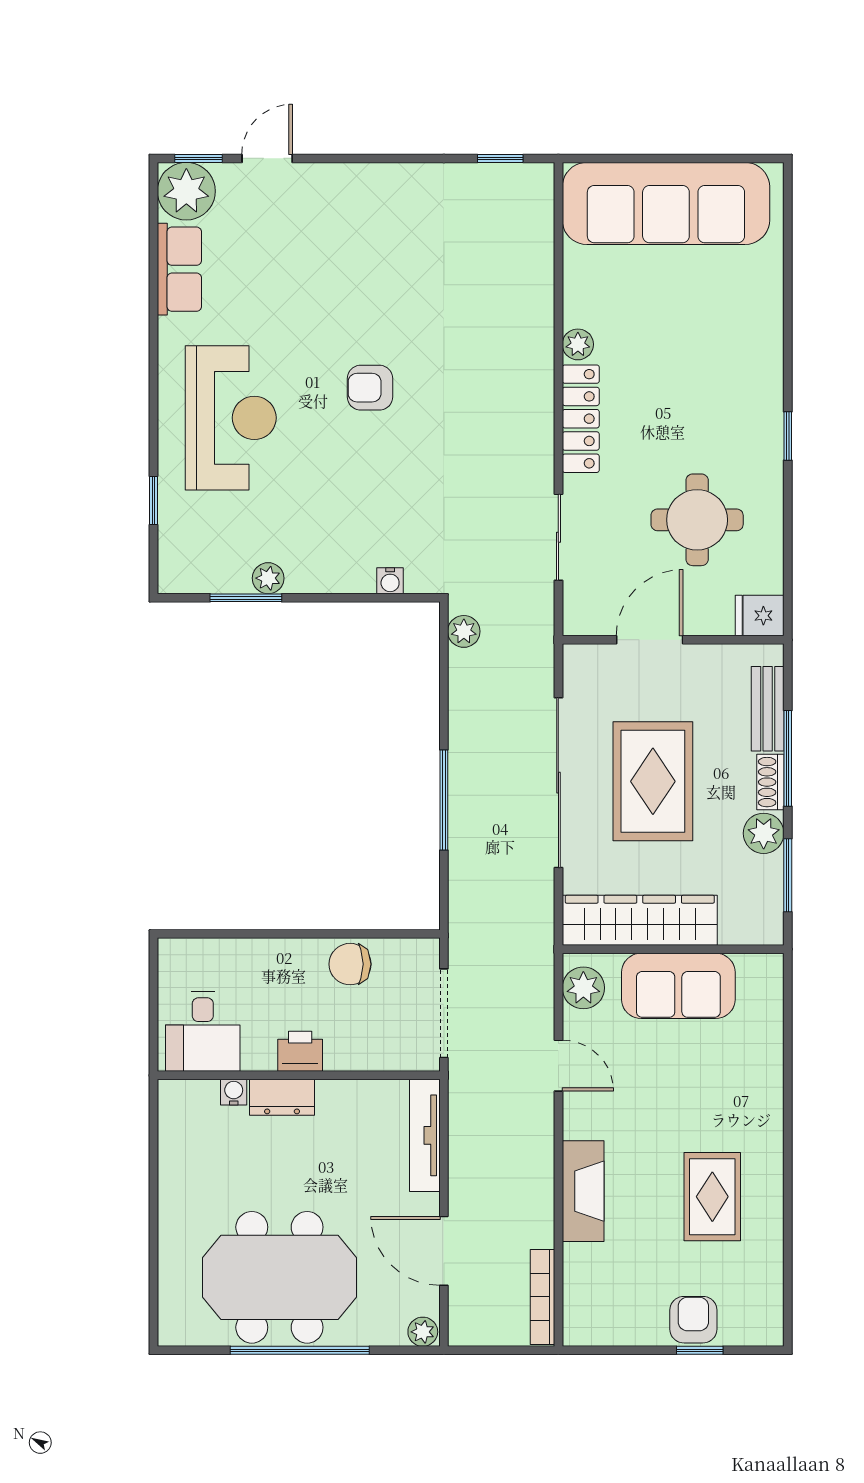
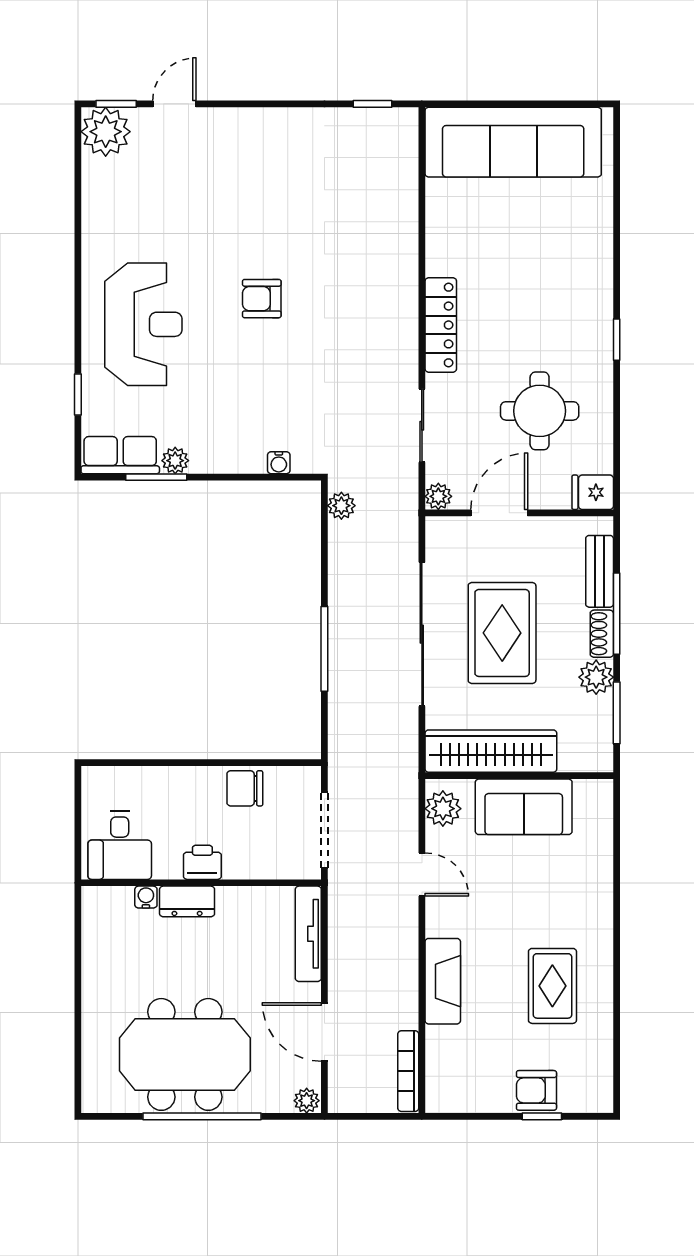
row of seats: (179, 269) -> (120, 455), moved, turned -90
plant: (578, 344) -> (438, 496), moved
armchair: (693, 1320) -> (536, 1090), turned -90

